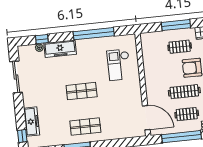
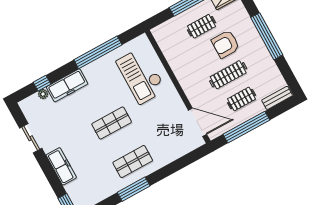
checkout: (119, 65) -> (141, 76), width x1.36, depth x1.21
sliding door: (16, 77) -> (31, 138), width x0.73
freezer: (32, 122) -> (61, 166), moved

